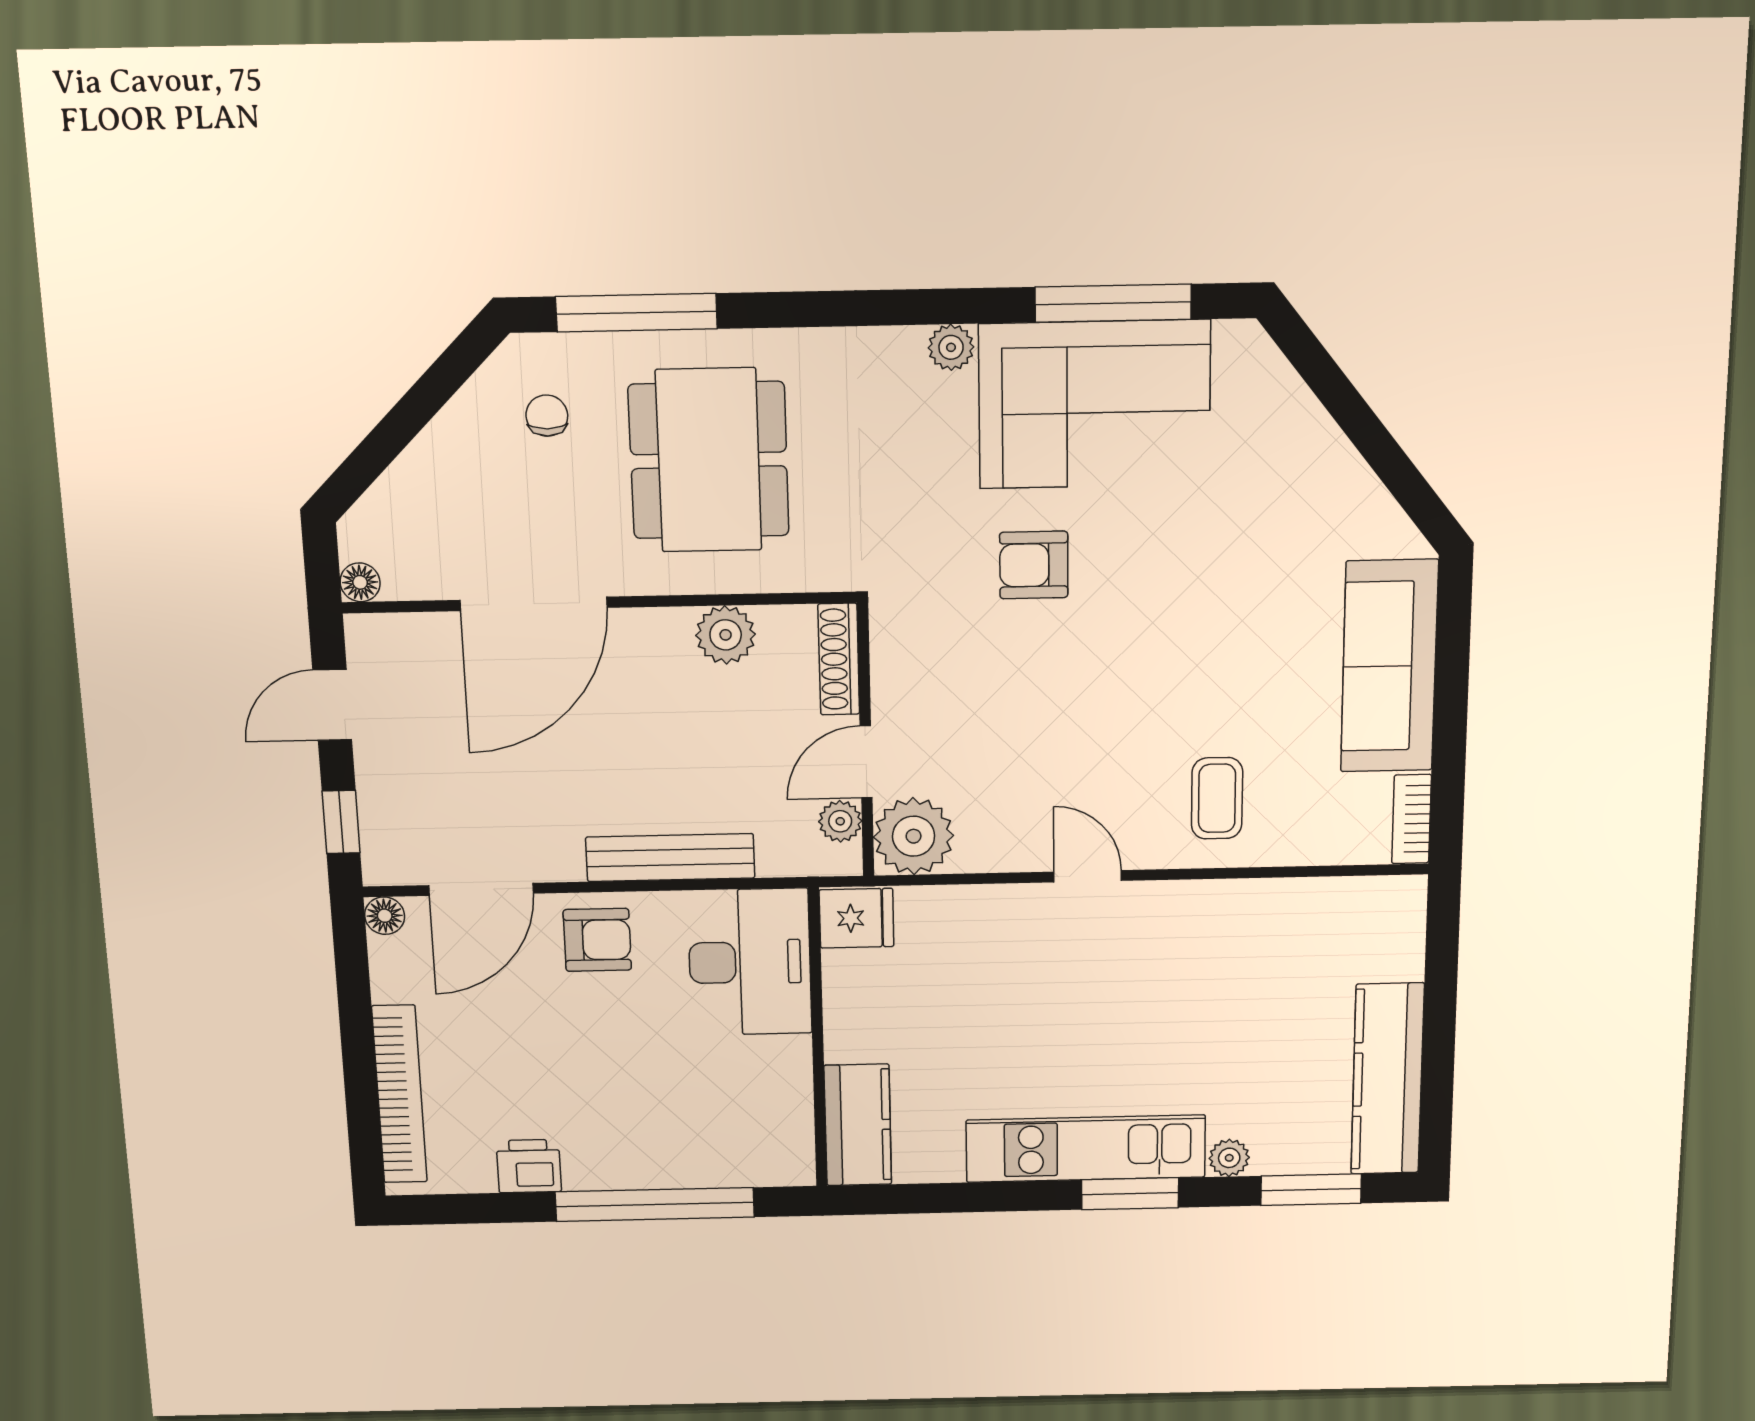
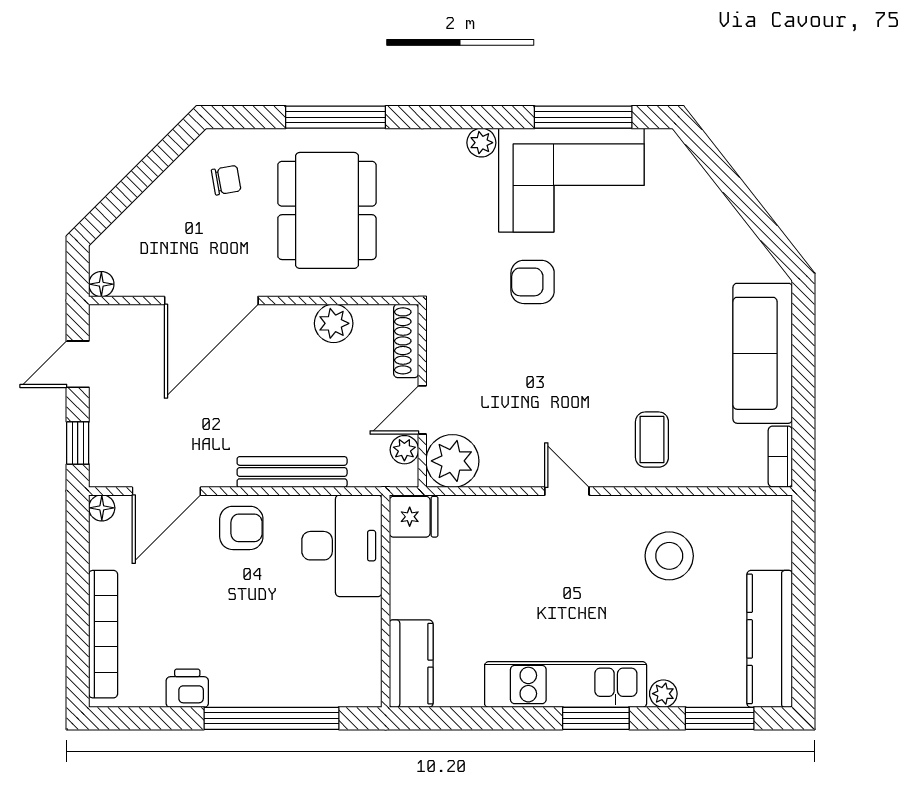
window: (637, 313) -> (335, 117), moved
chair: (547, 416) -> (226, 180), turned 80
stool: (1241, 966) -> (669, 556), added

